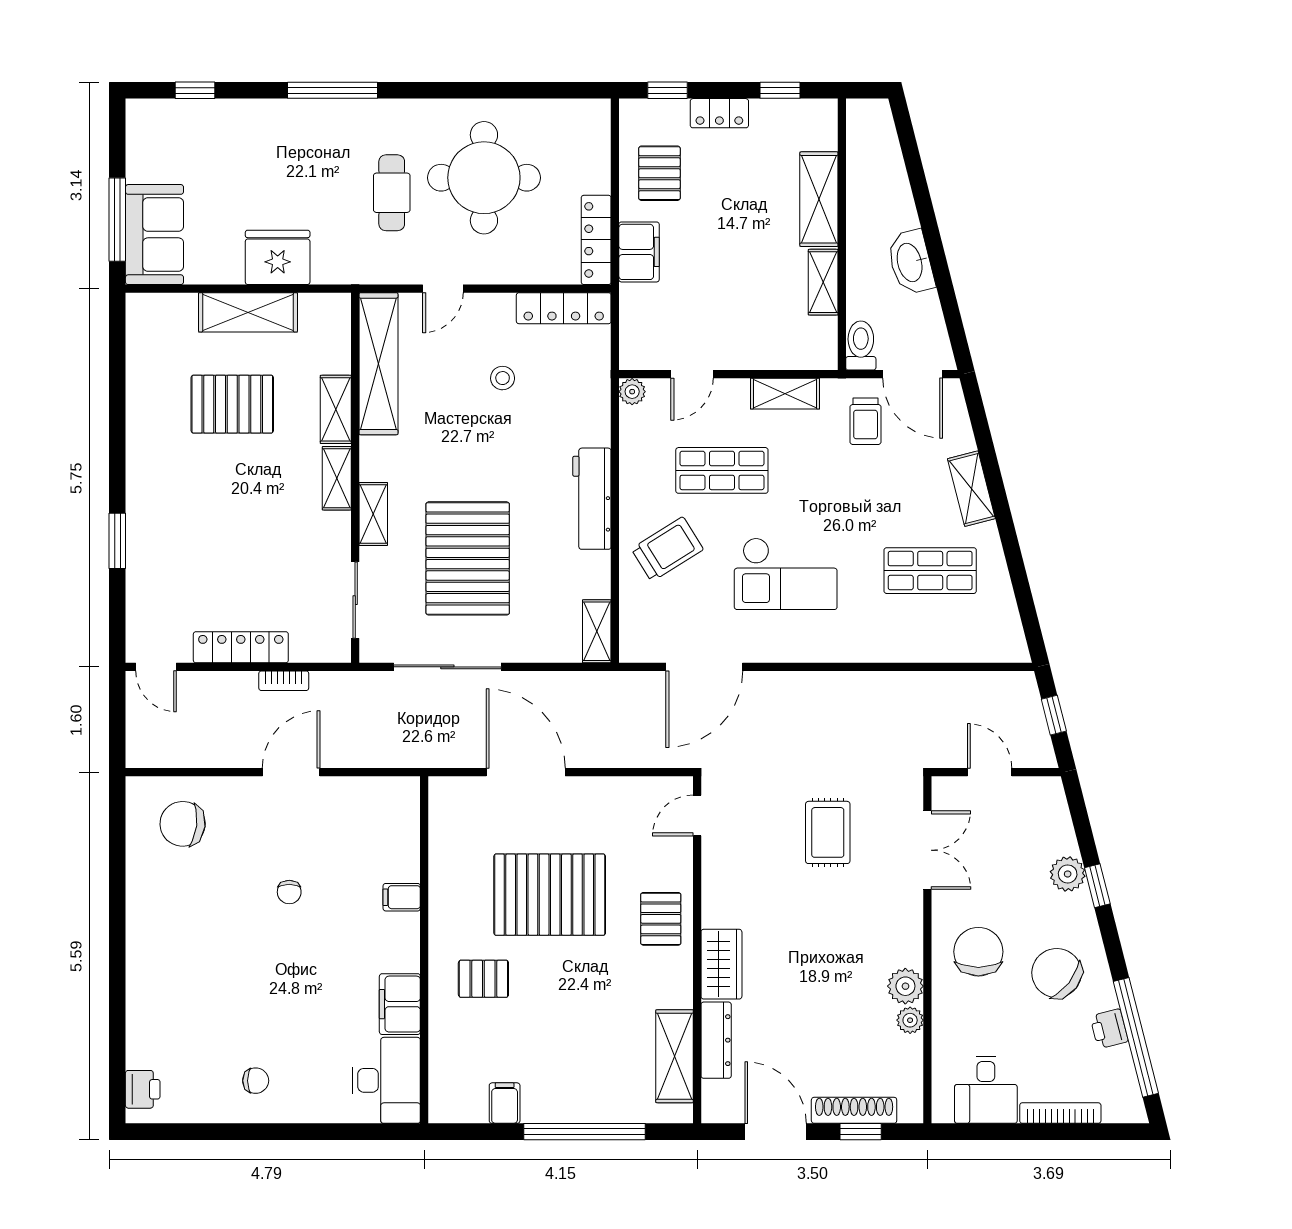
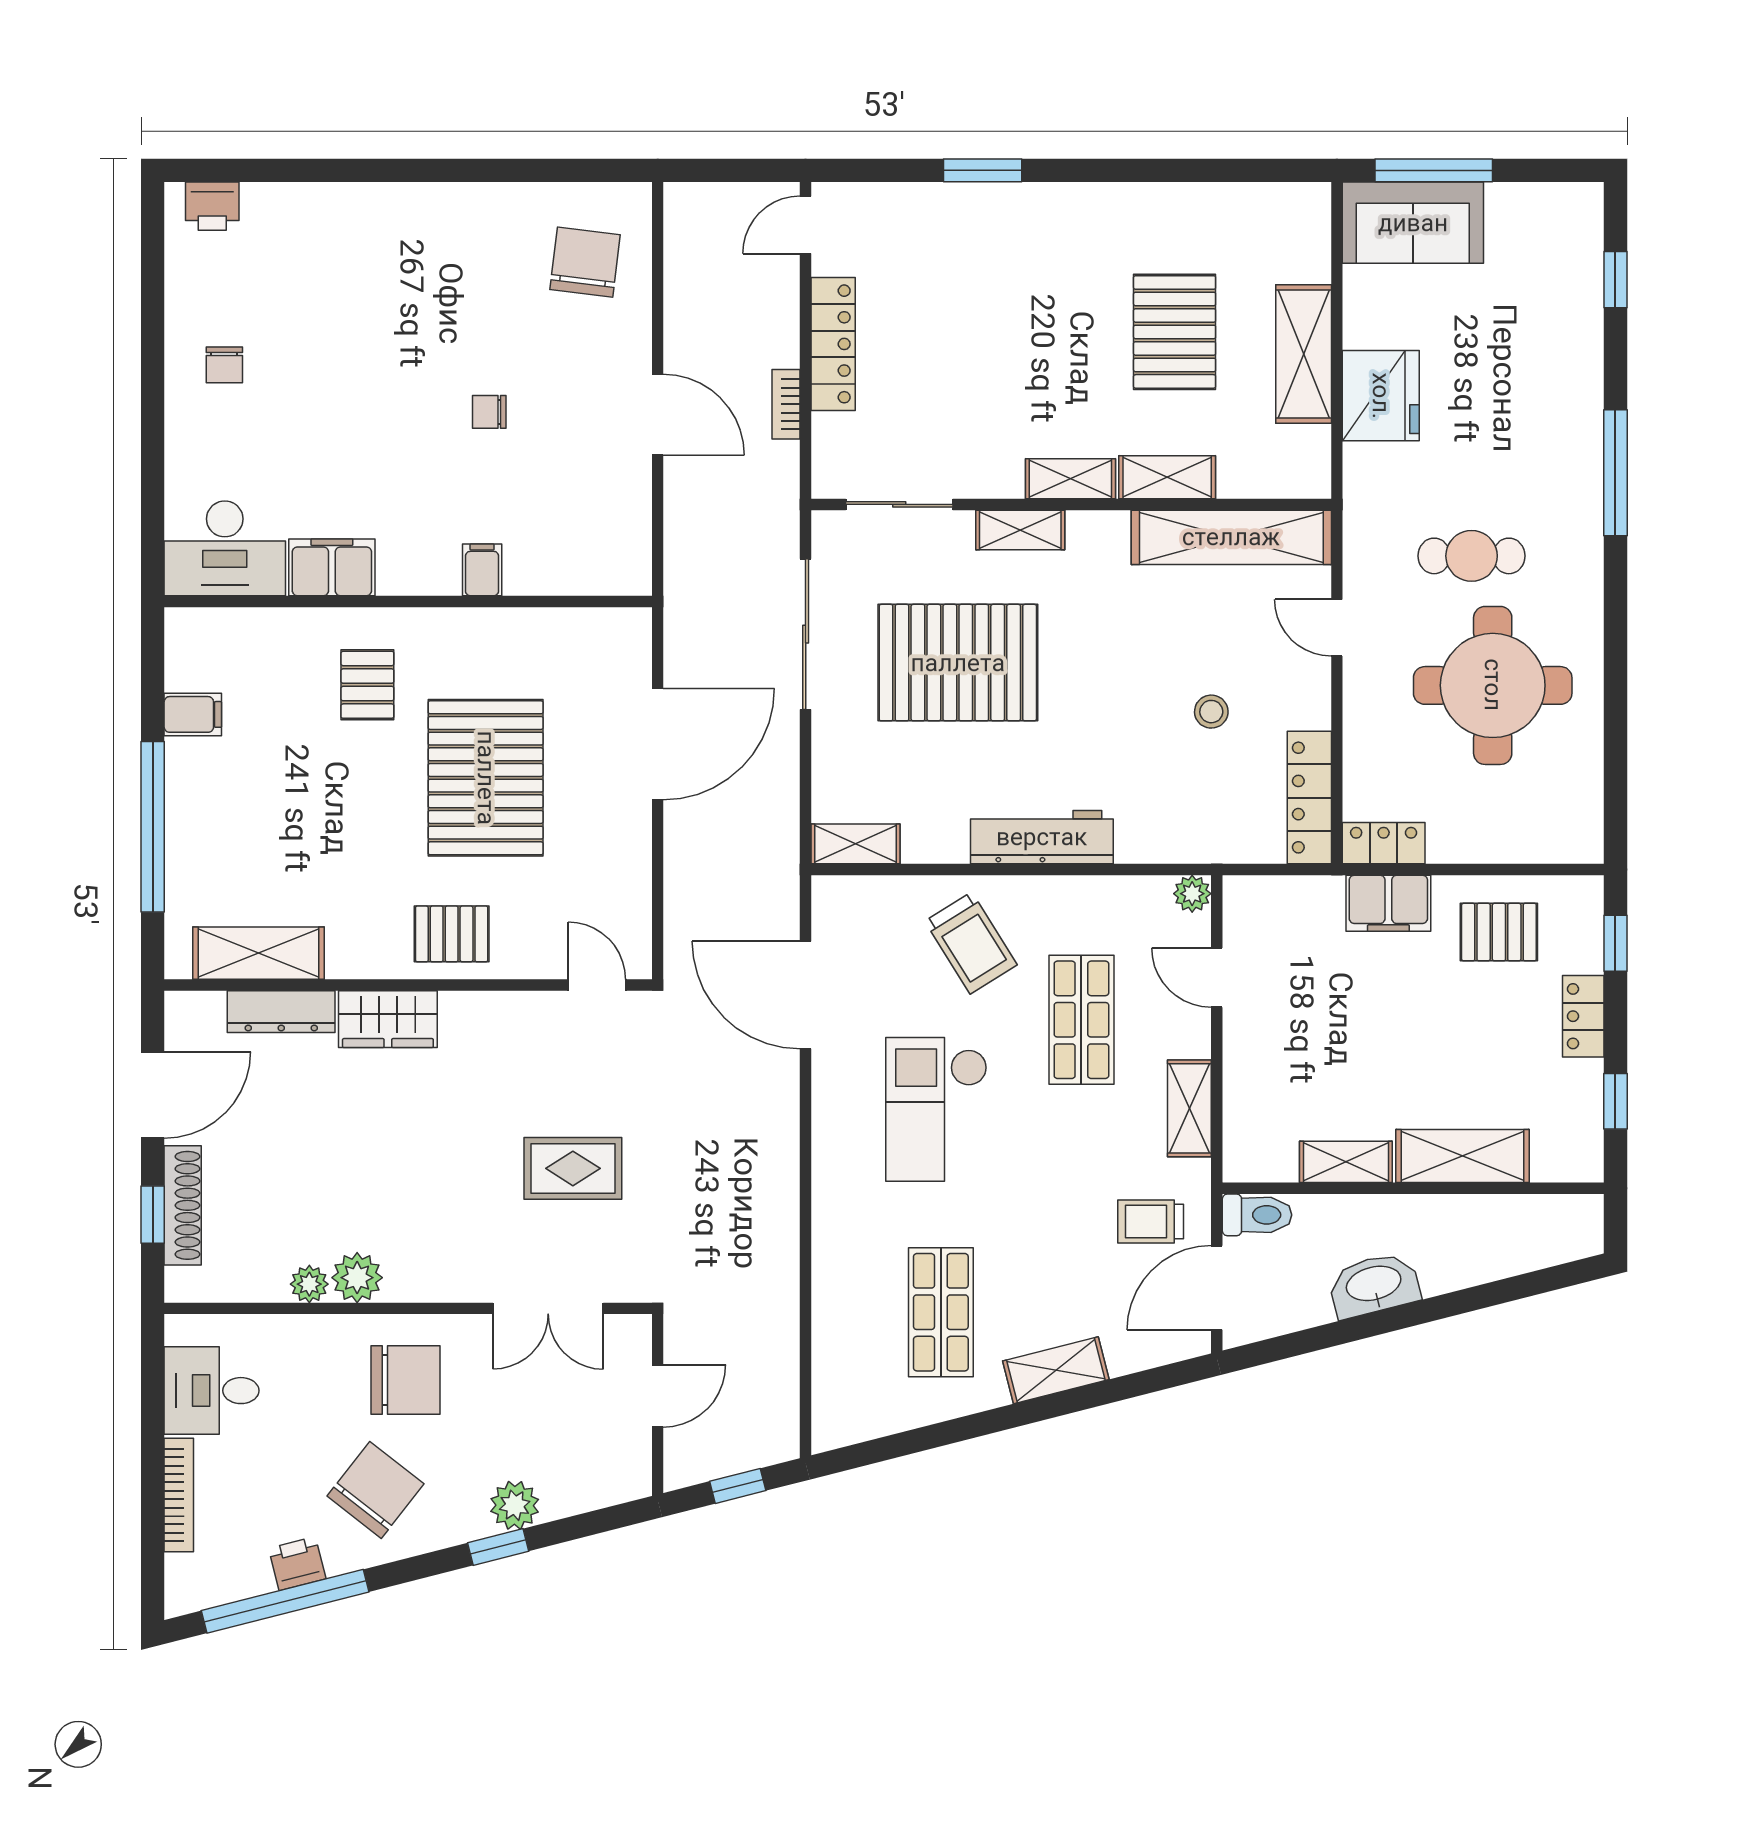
locker: (596, 240) -> (1384, 843), width x0.66

